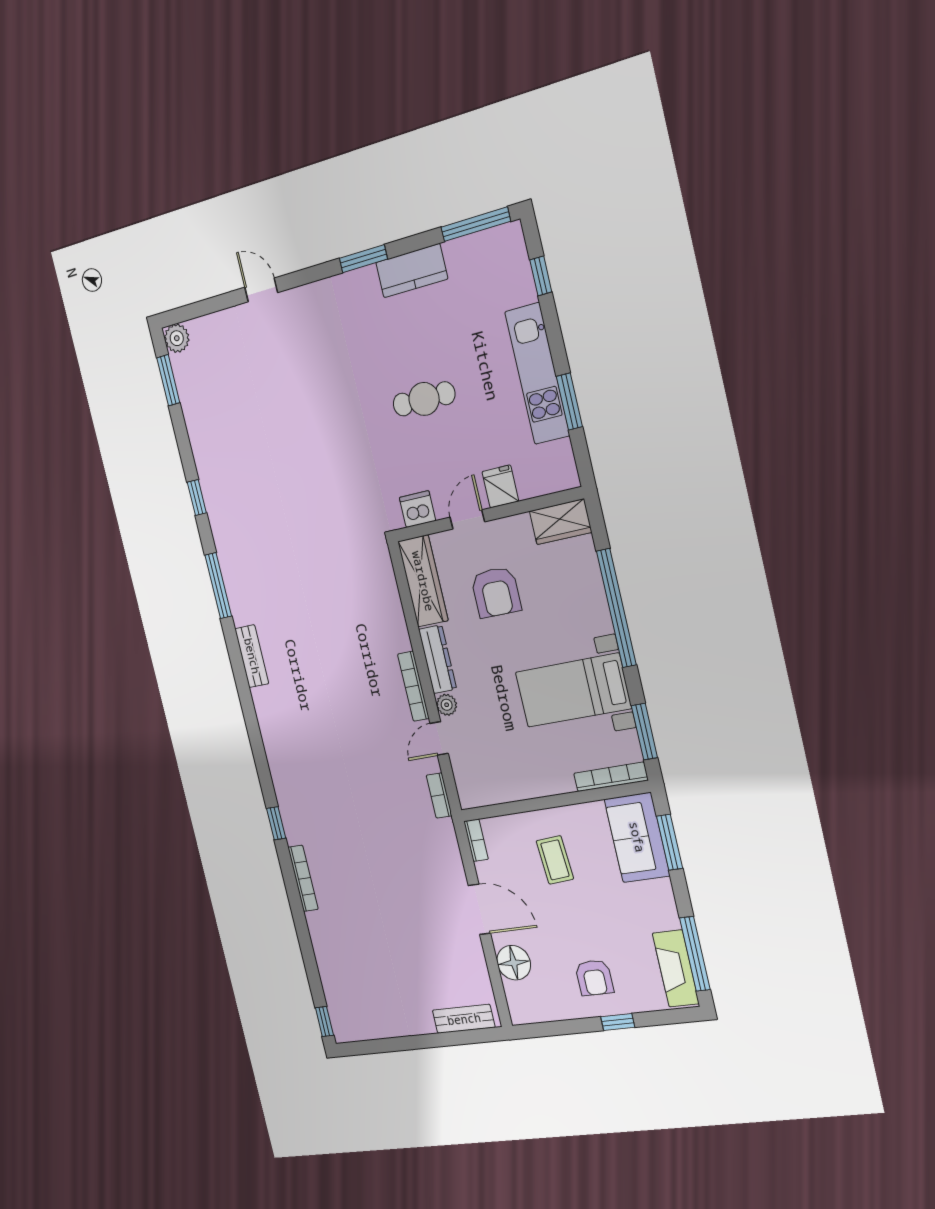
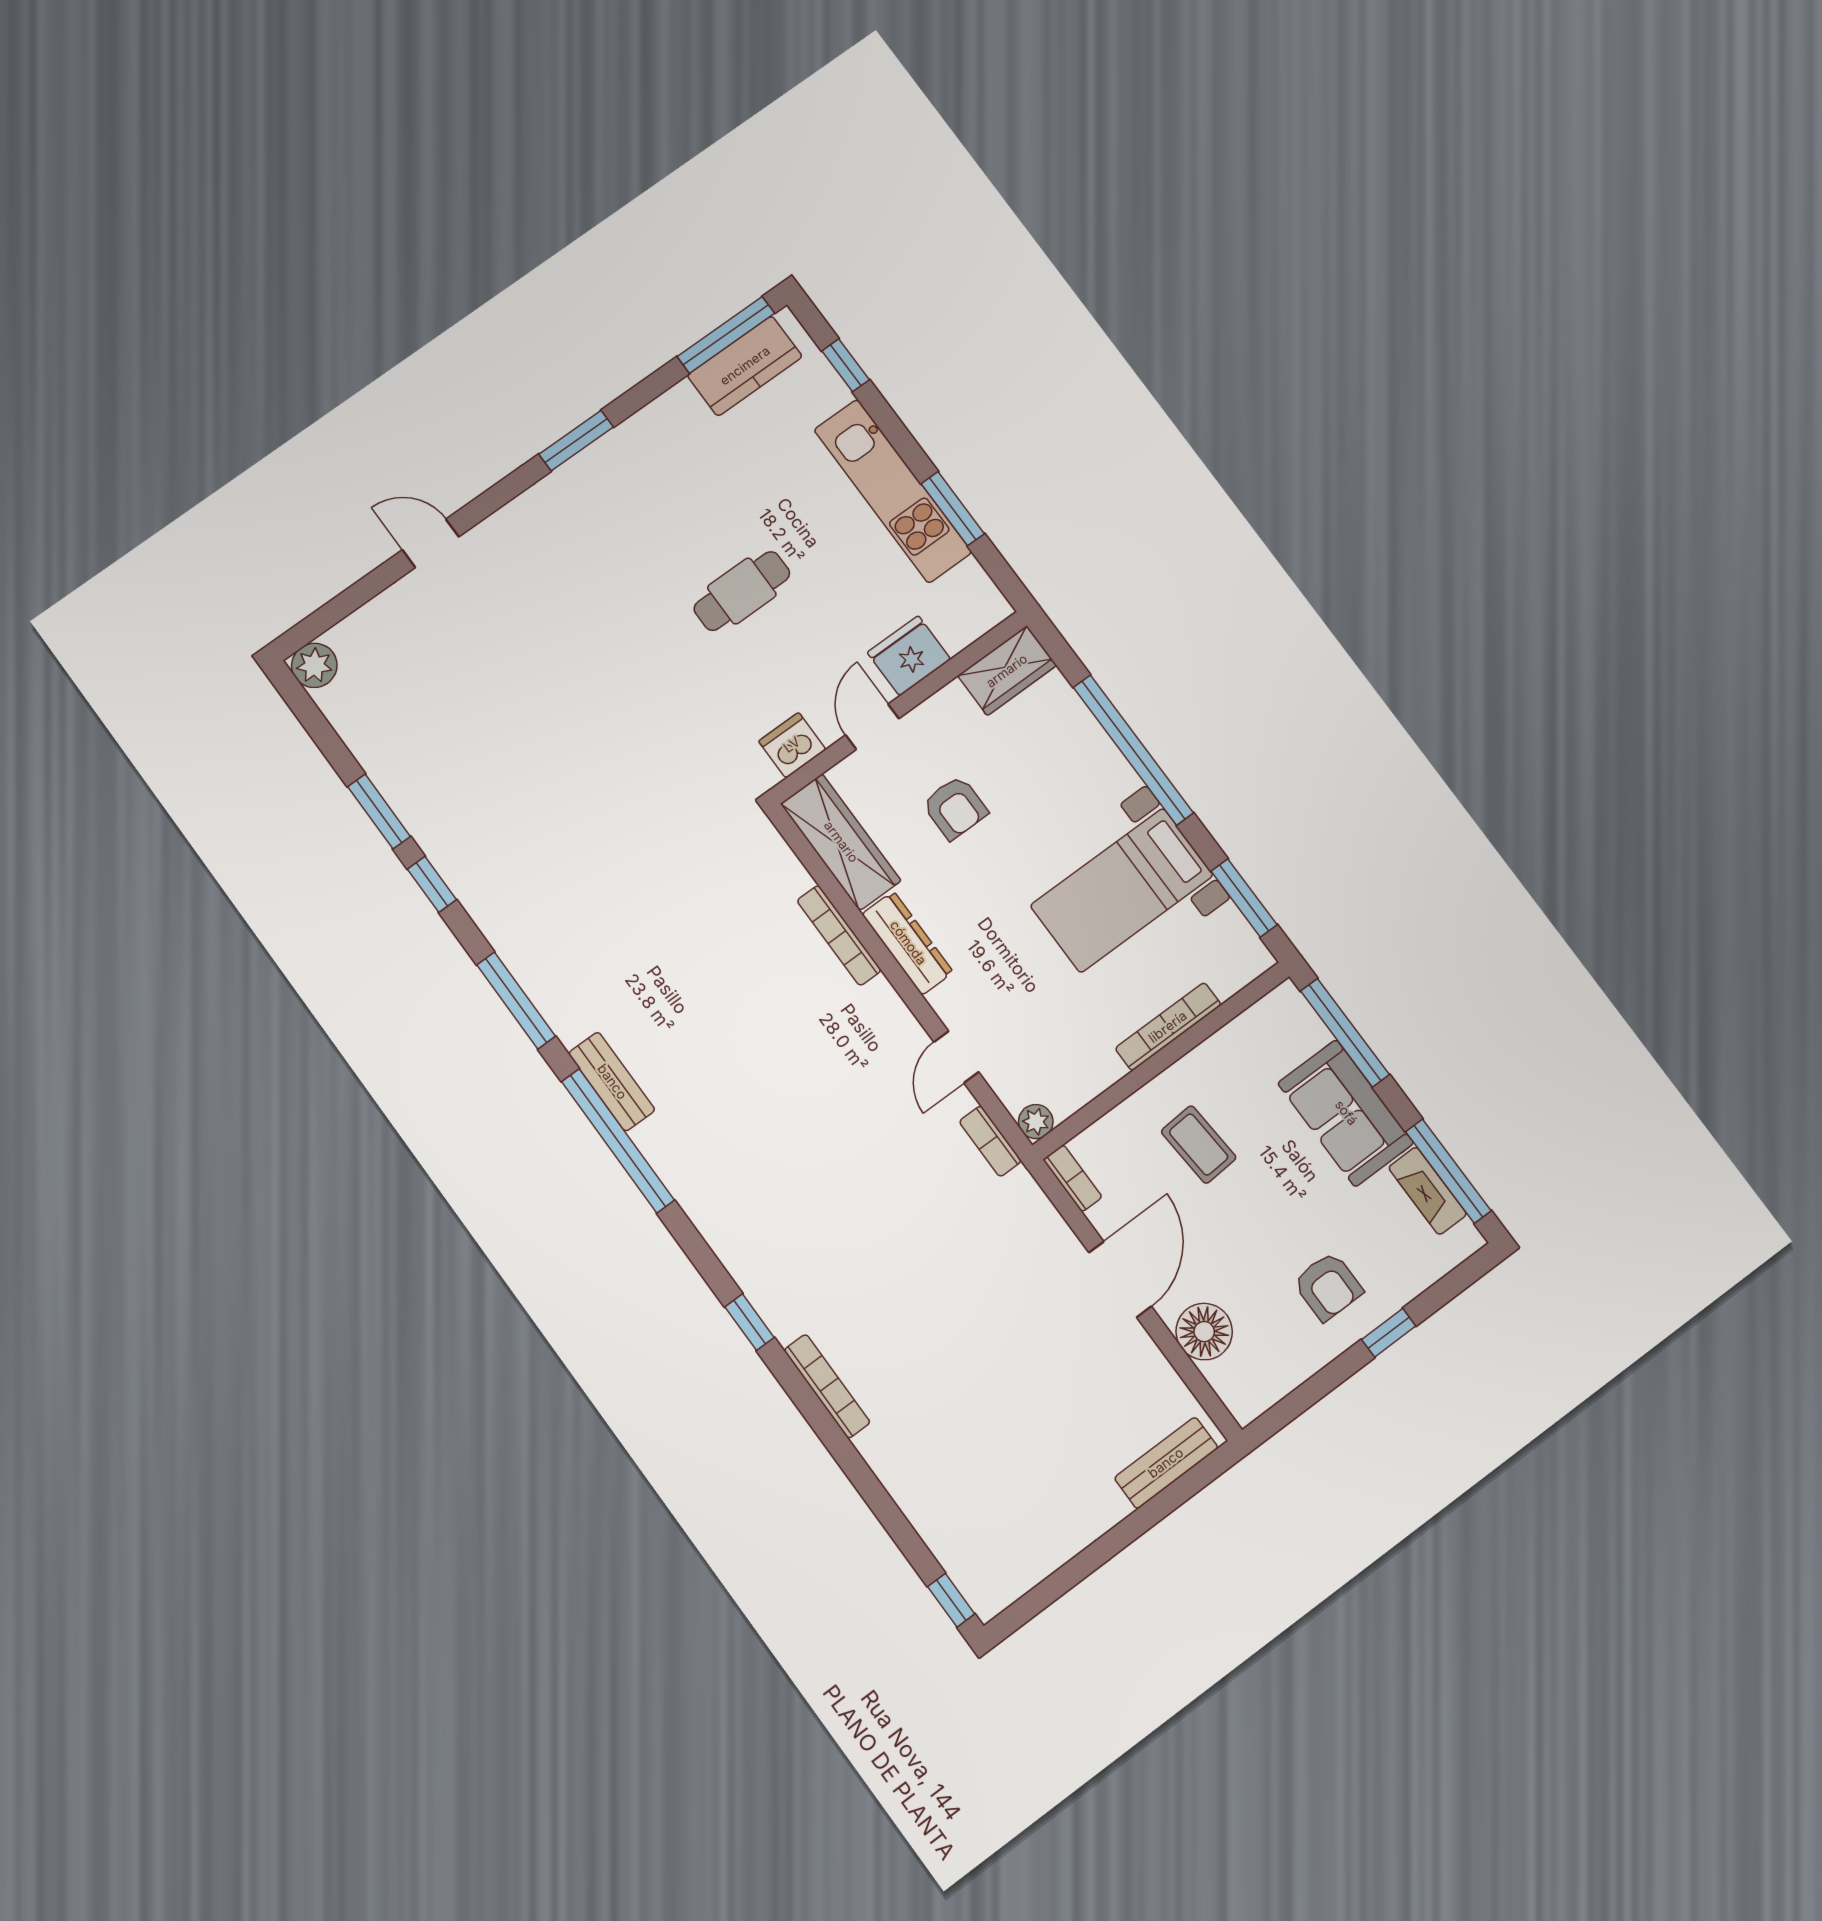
kitchen counter: (412, 271) -> (745, 366), moved
window: (168, 380) -> (379, 812), moved
fridge: (500, 486) -> (909, 656), width x1.38
armchair: (496, 592) -> (955, 808), width x0.72, depth x0.72
bookcase: (413, 686) -> (839, 935), moved
window: (244, 690) -> (618, 1141), added
plant: (447, 705) -> (1036, 1122), moved
bookcase: (611, 777) -> (1168, 1027), moved
sofa: (637, 837) -> (1346, 1113), moved
window: (670, 842) -> (1345, 1033), width x1.44
door: (479, 909) -> (1120, 1279), hinge flipped
fireplace: (676, 968) -> (1428, 1191), width x0.73, depth x0.76

